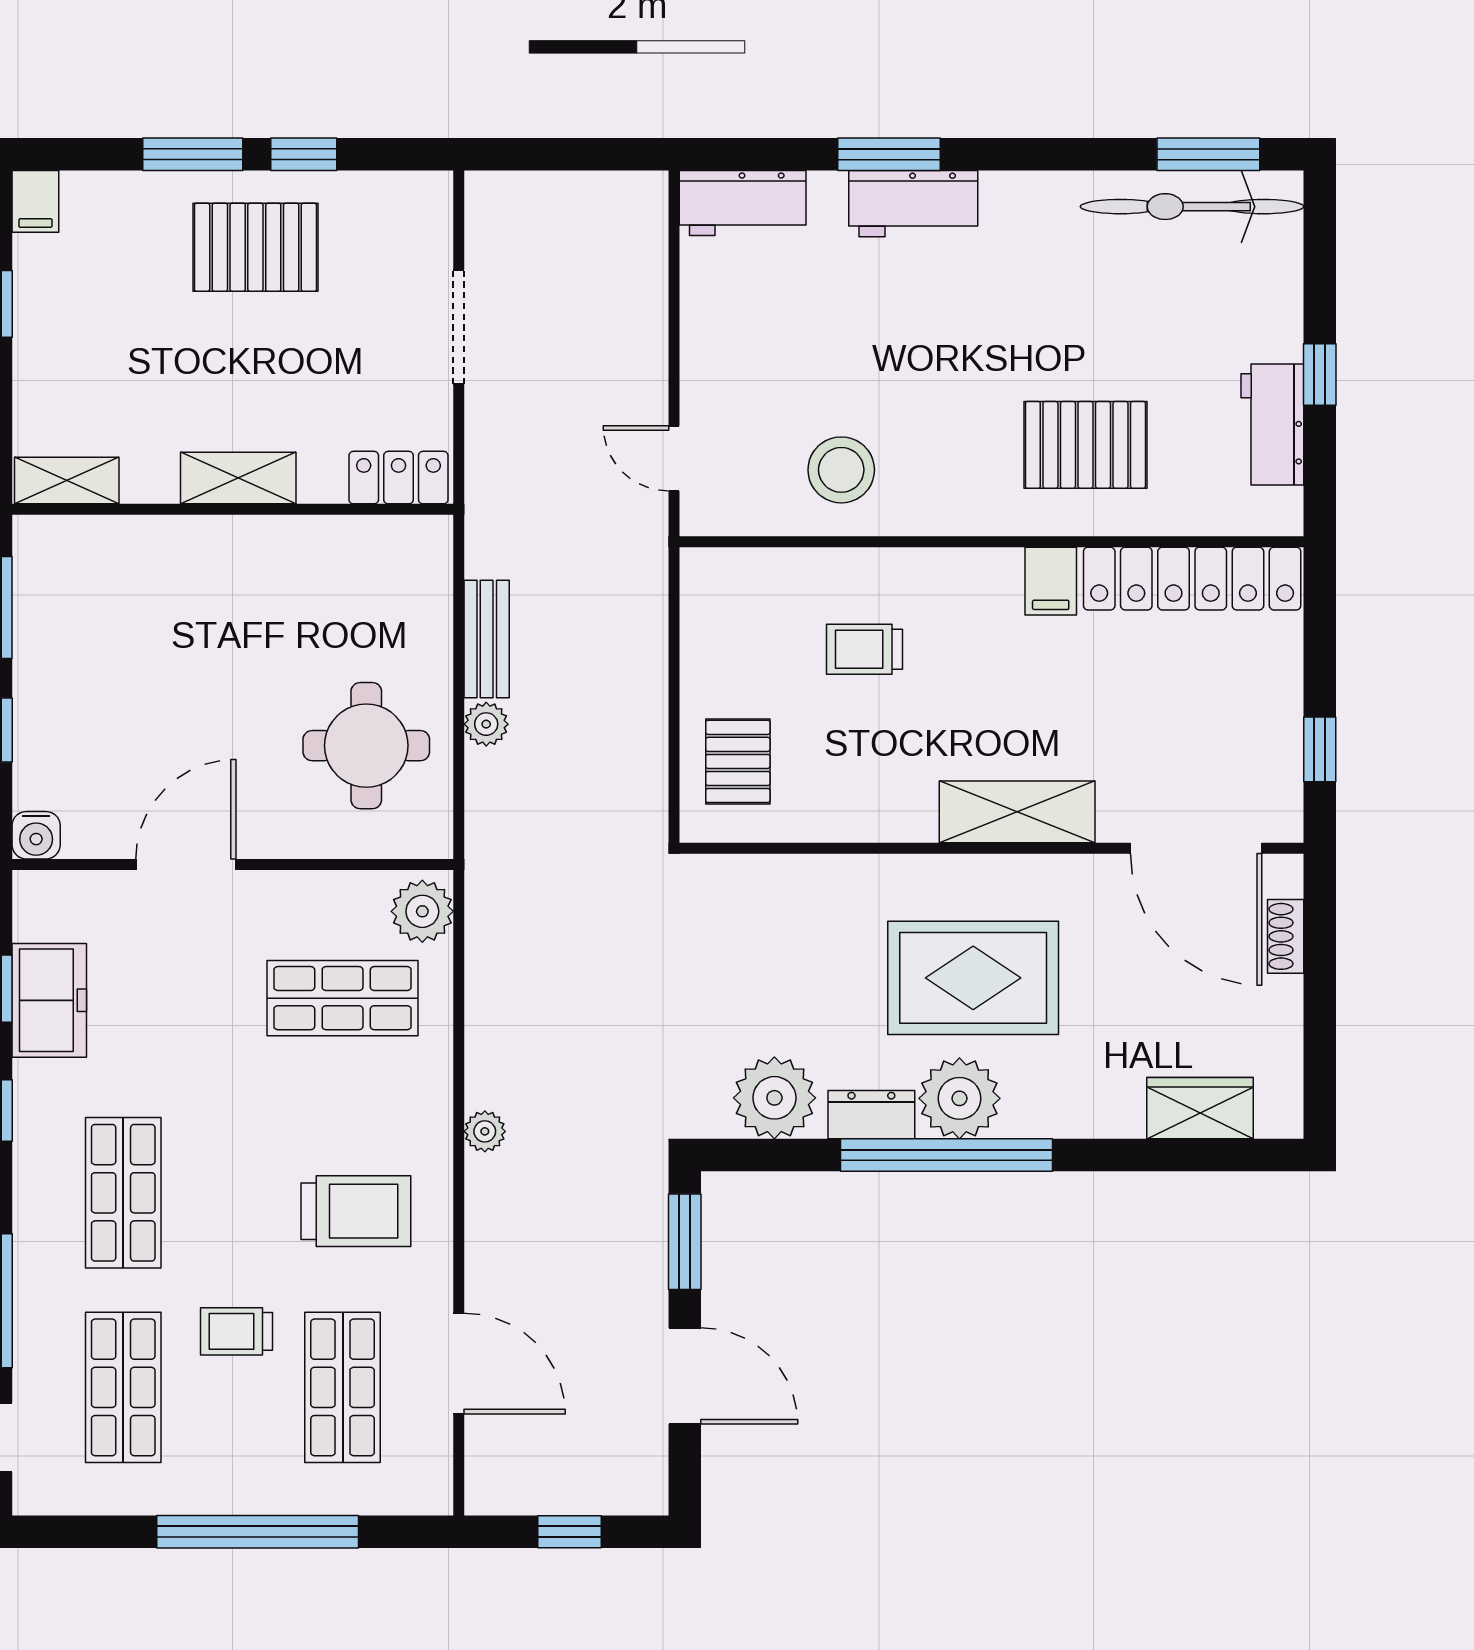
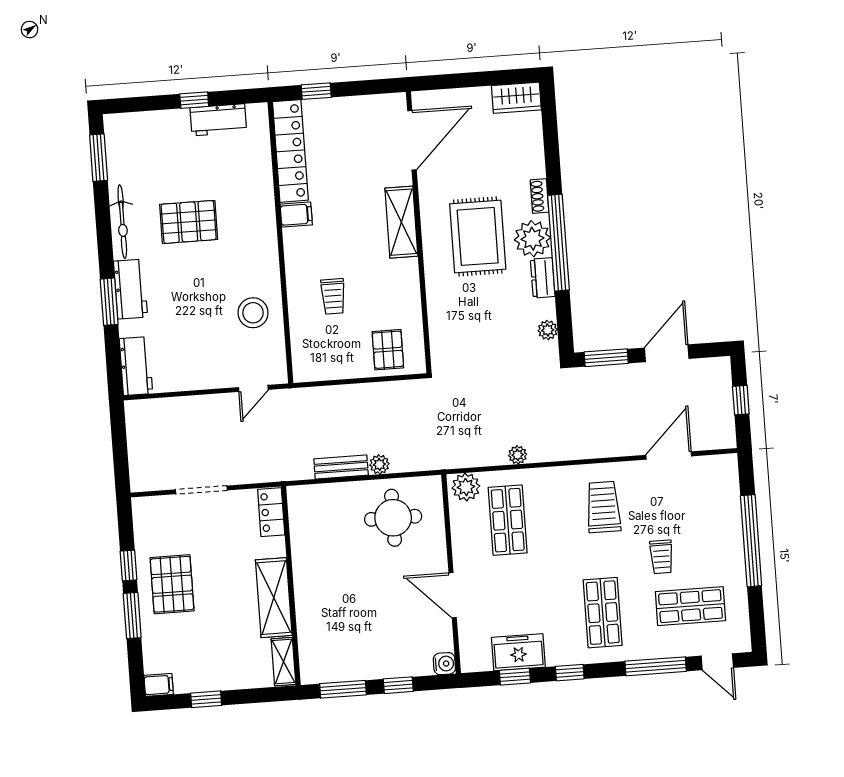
bicycle: (1192, 207) -> (122, 222), moved, width x0.73, depth x0.71
pallet: (1085, 445) -> (189, 222), moved, turned 90
shelving: (238, 478) -> (274, 598), width x1.50, depth x1.33
window: (1320, 749) -> (316, 91), moved
pallet: (738, 761) -> (388, 350), turned 90
shoe rack: (1286, 936) -> (540, 196), moved, turned 90
plant: (774, 1098) -> (548, 330), width x0.53, depth x0.53
wardrobe: (1200, 1108) -> (516, 98), moved, turned -90
plant: (485, 1131) -> (518, 455), moved
shop shelf: (123, 1193) -> (603, 613), turned 90
shop shelf: (343, 1387) -> (683, 507), removed

